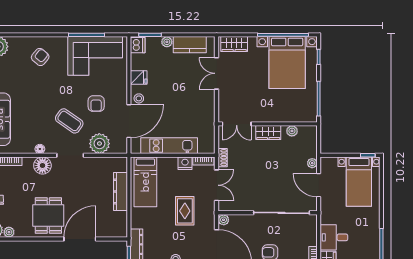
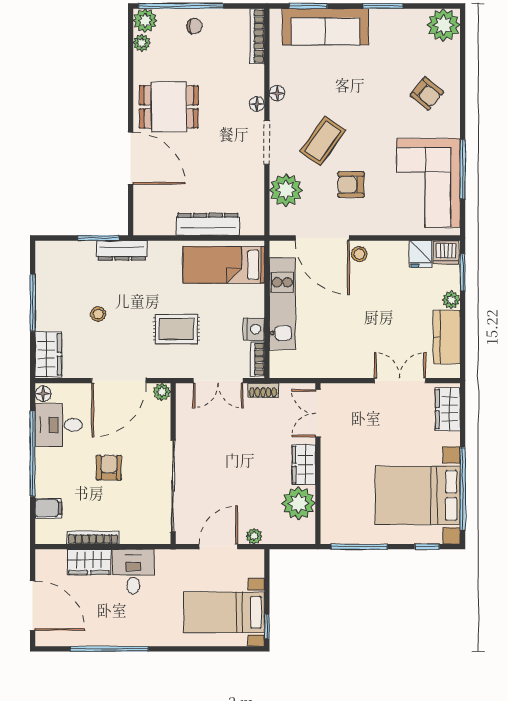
fridge: (139, 78) -> (420, 254), moved
plant: (292, 131) -> (299, 503), width x1.87, depth x1.87
floor lamp: (42, 165) -> (257, 104), width x0.53, depth x0.53

